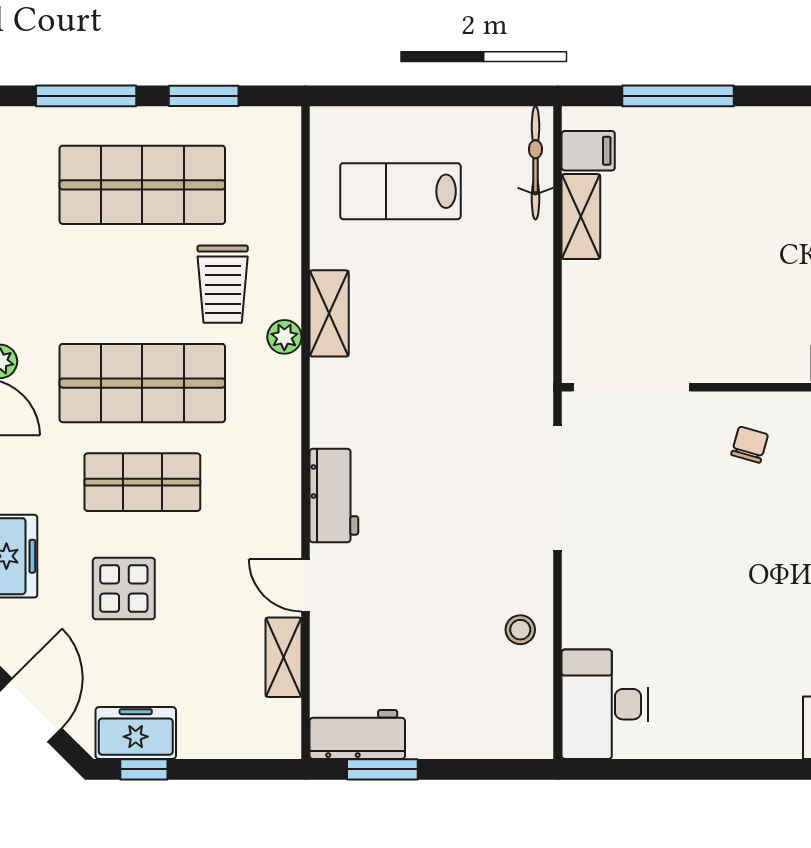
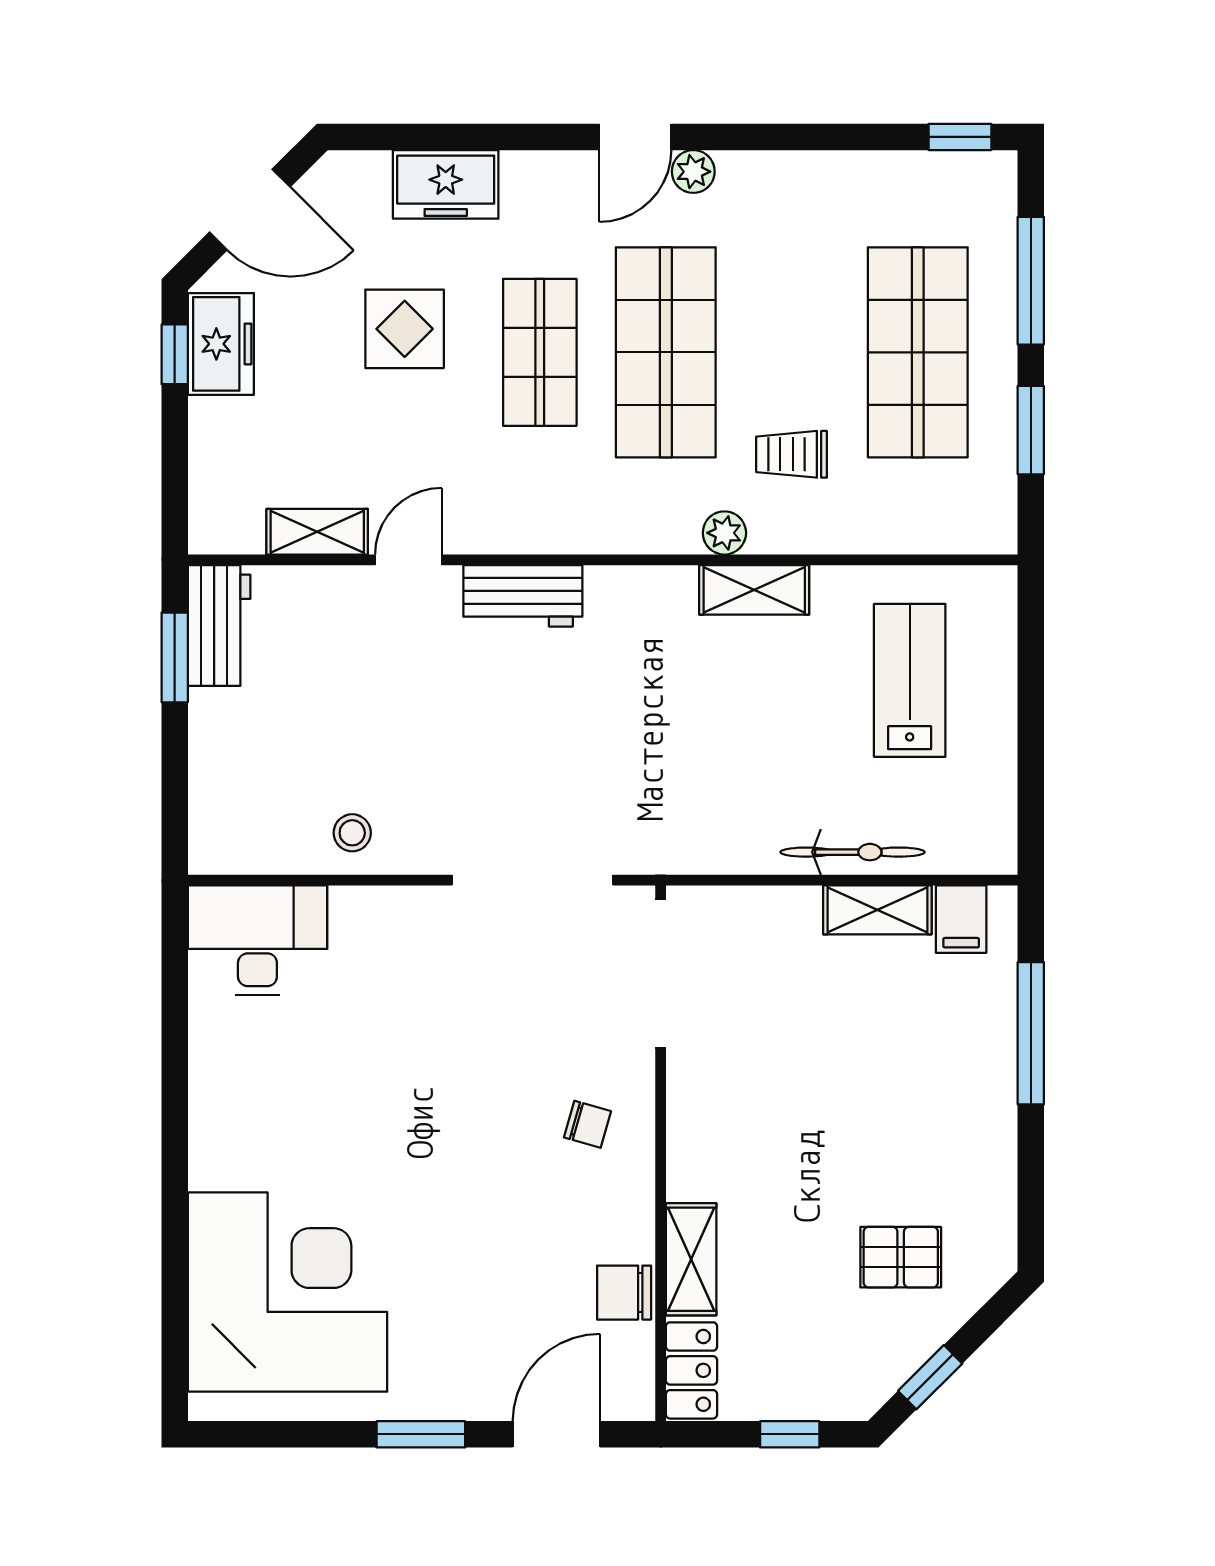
bicycle: (535, 163) -> (853, 852), moved
trolley: (223, 284) -> (791, 454), width x0.73, depth x0.72

